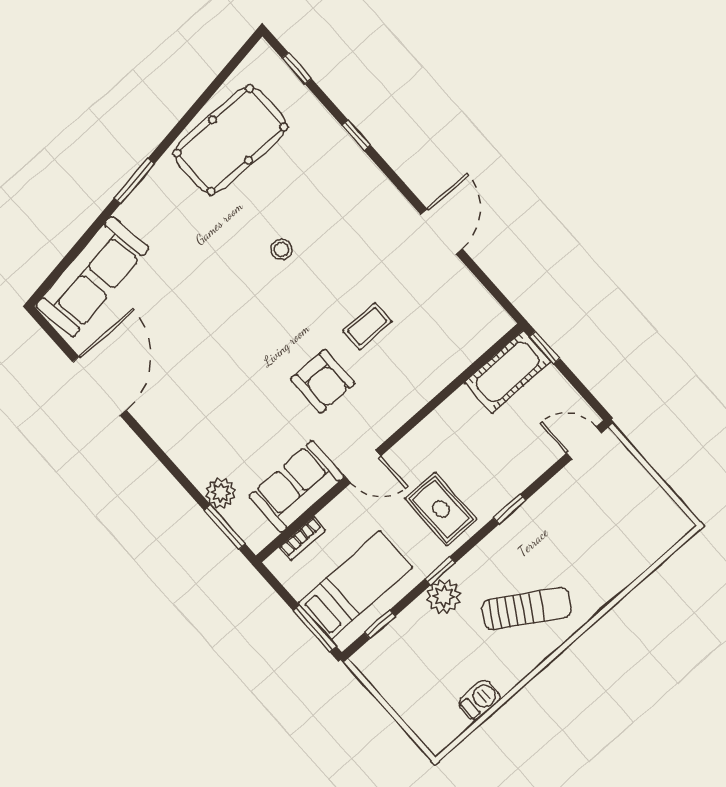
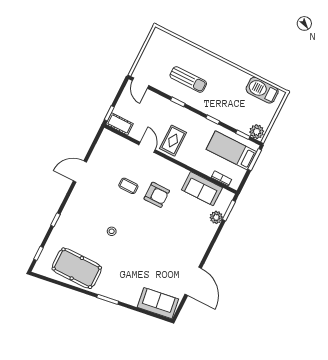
sofa: (92, 277) -> (158, 303), width x0.73
cot: (508, 372) -> (120, 124), width x0.73, depth x0.75
armchair: (323, 381) -> (157, 195), turned 90
door: (99, 386) -> (193, 281), swing flipped
door: (363, 466) -> (147, 147), moved
rug: (441, 509) -> (173, 141), moved
plant: (444, 596) -> (257, 132), moved
sun lounger: (527, 609) -> (188, 79), moved, turned 148
barbecue: (480, 700) -> (262, 90), width x1.88, depth x1.53

